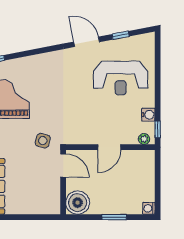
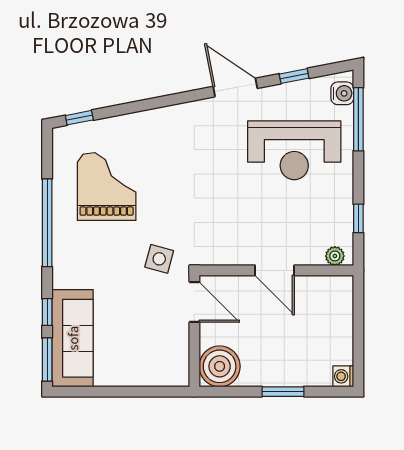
window: (158, 60) -> (358, 119), added
water cooler: (148, 115) -> (342, 93), moved
window: (158, 129) -> (358, 218), moved
door: (109, 147) -> (275, 270), hinge flipped

